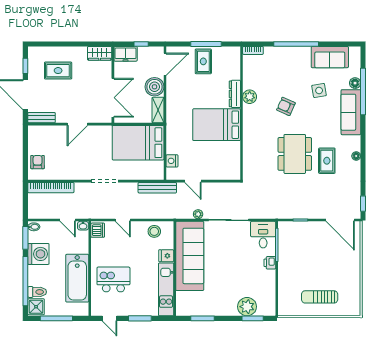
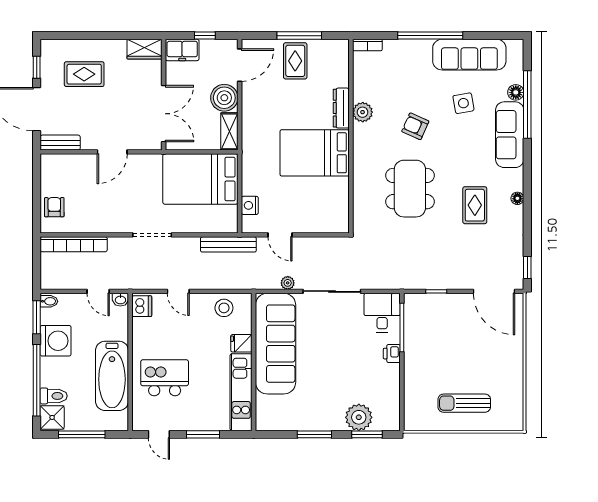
sofa: (330, 57) -> (469, 55), width x1.36
dining table: (295, 154) -> (410, 189), moved
window: (202, 318) -> (314, 434), moved

